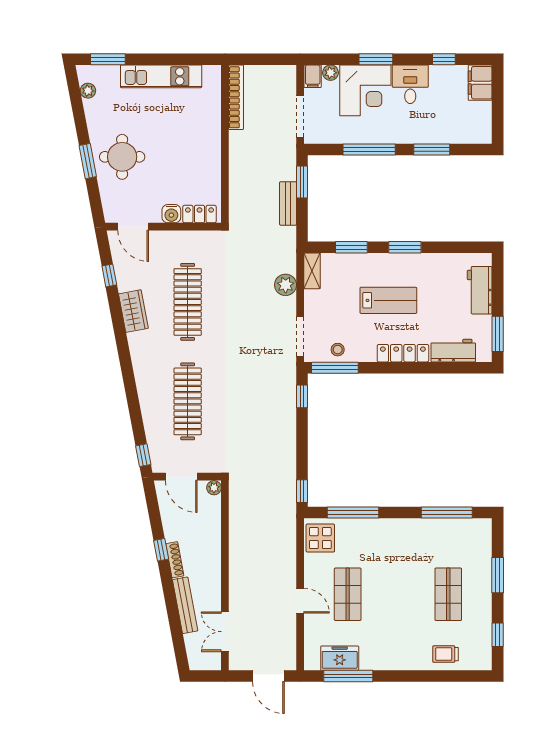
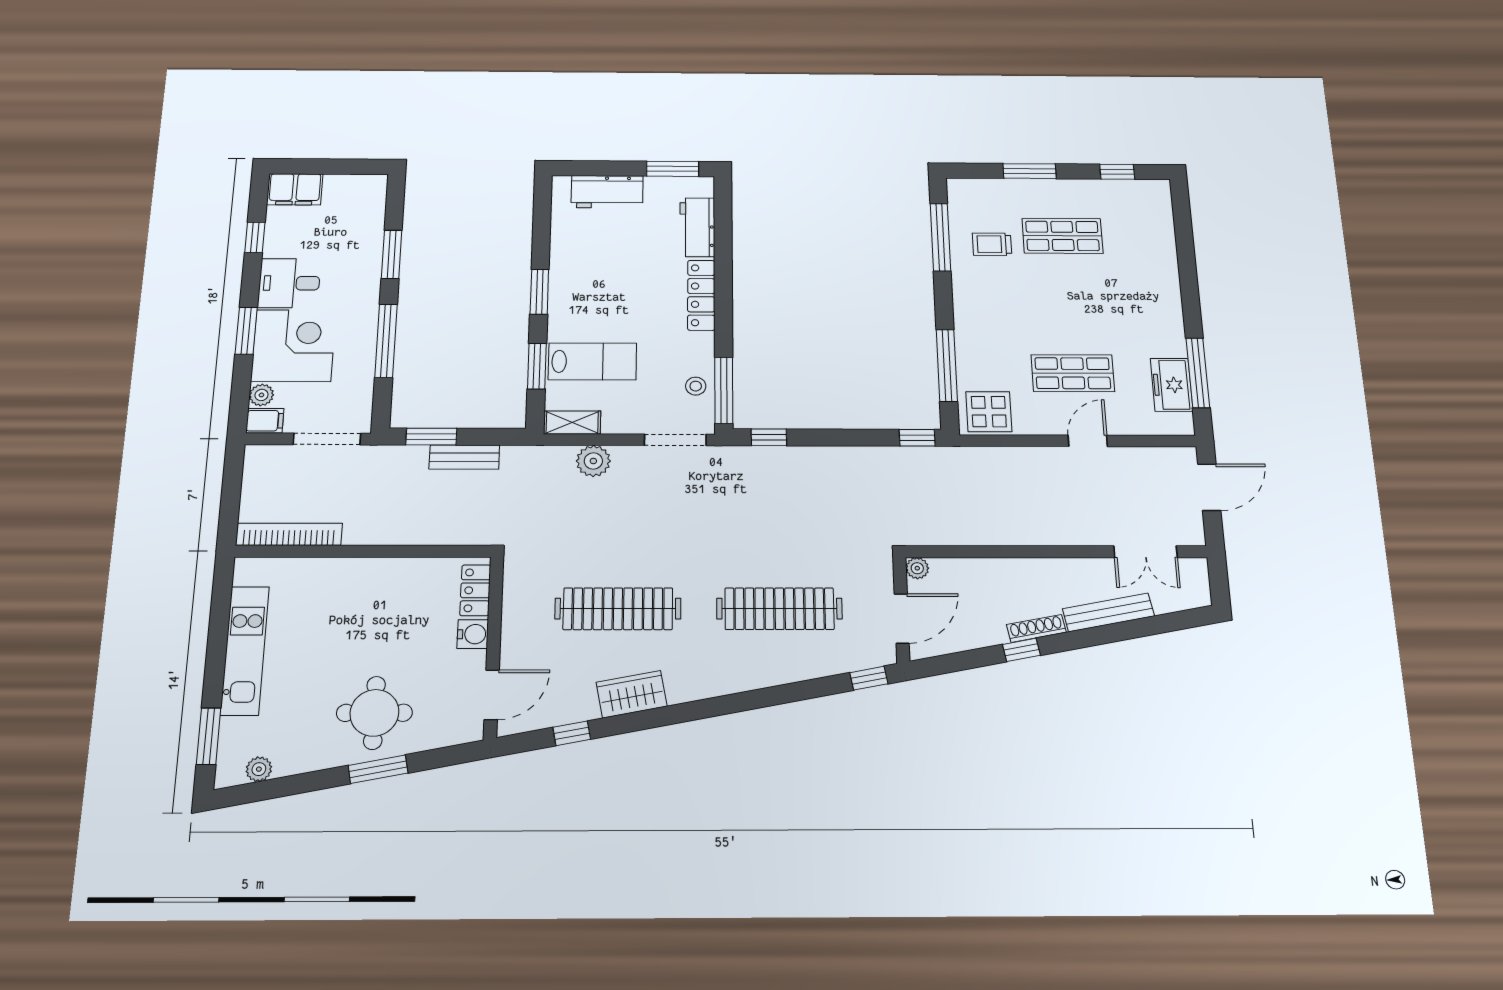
lab bench: (388, 300) -> (592, 361), moved, turned 90
trolley: (445, 654) -> (992, 244), moved, turned 90

